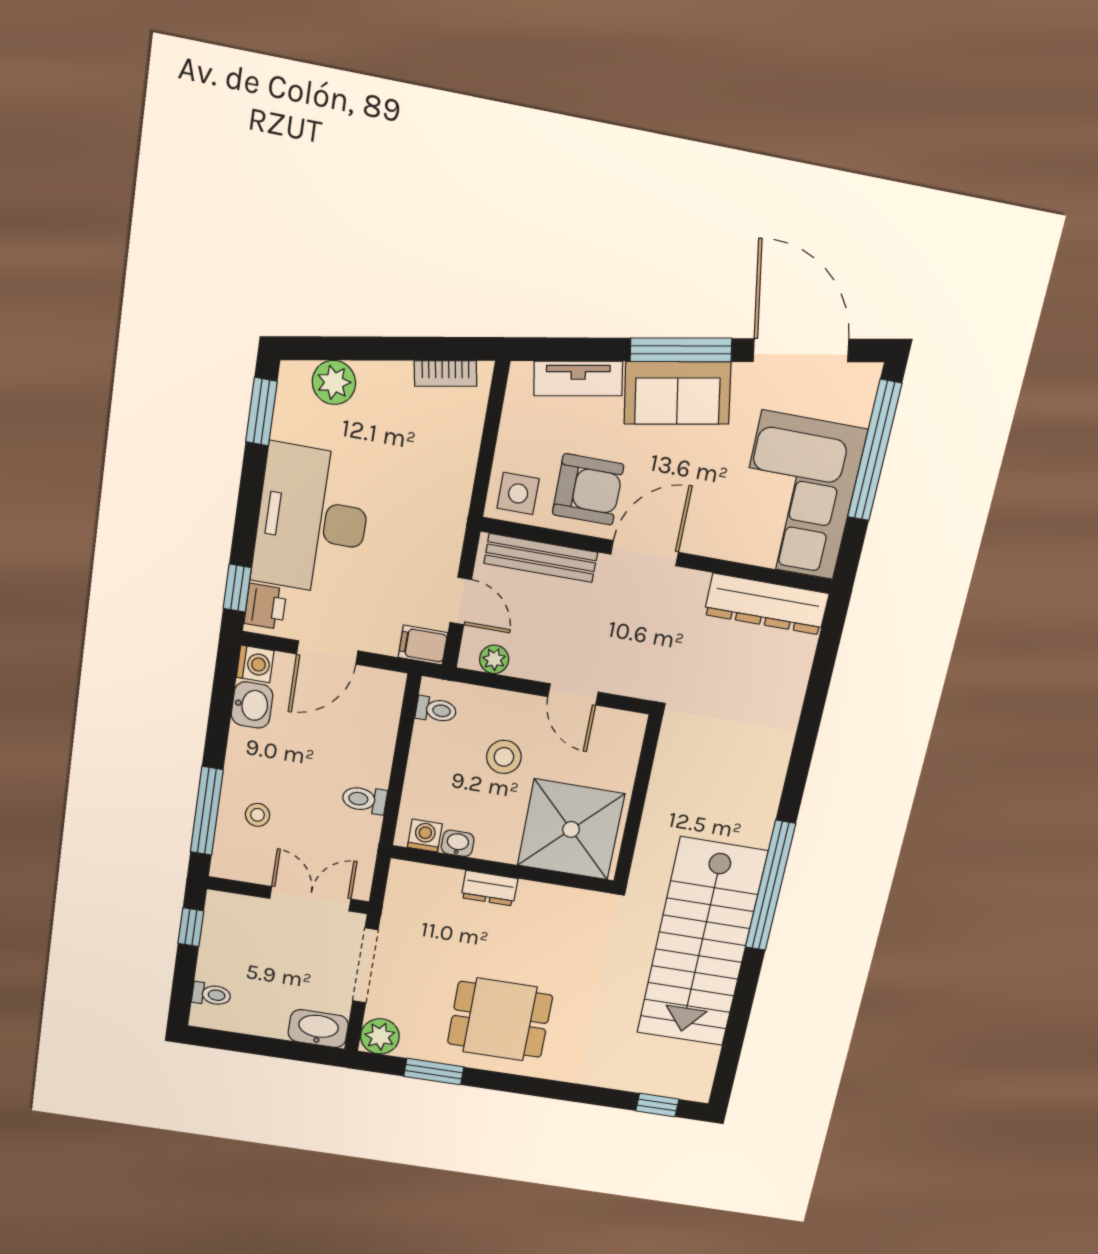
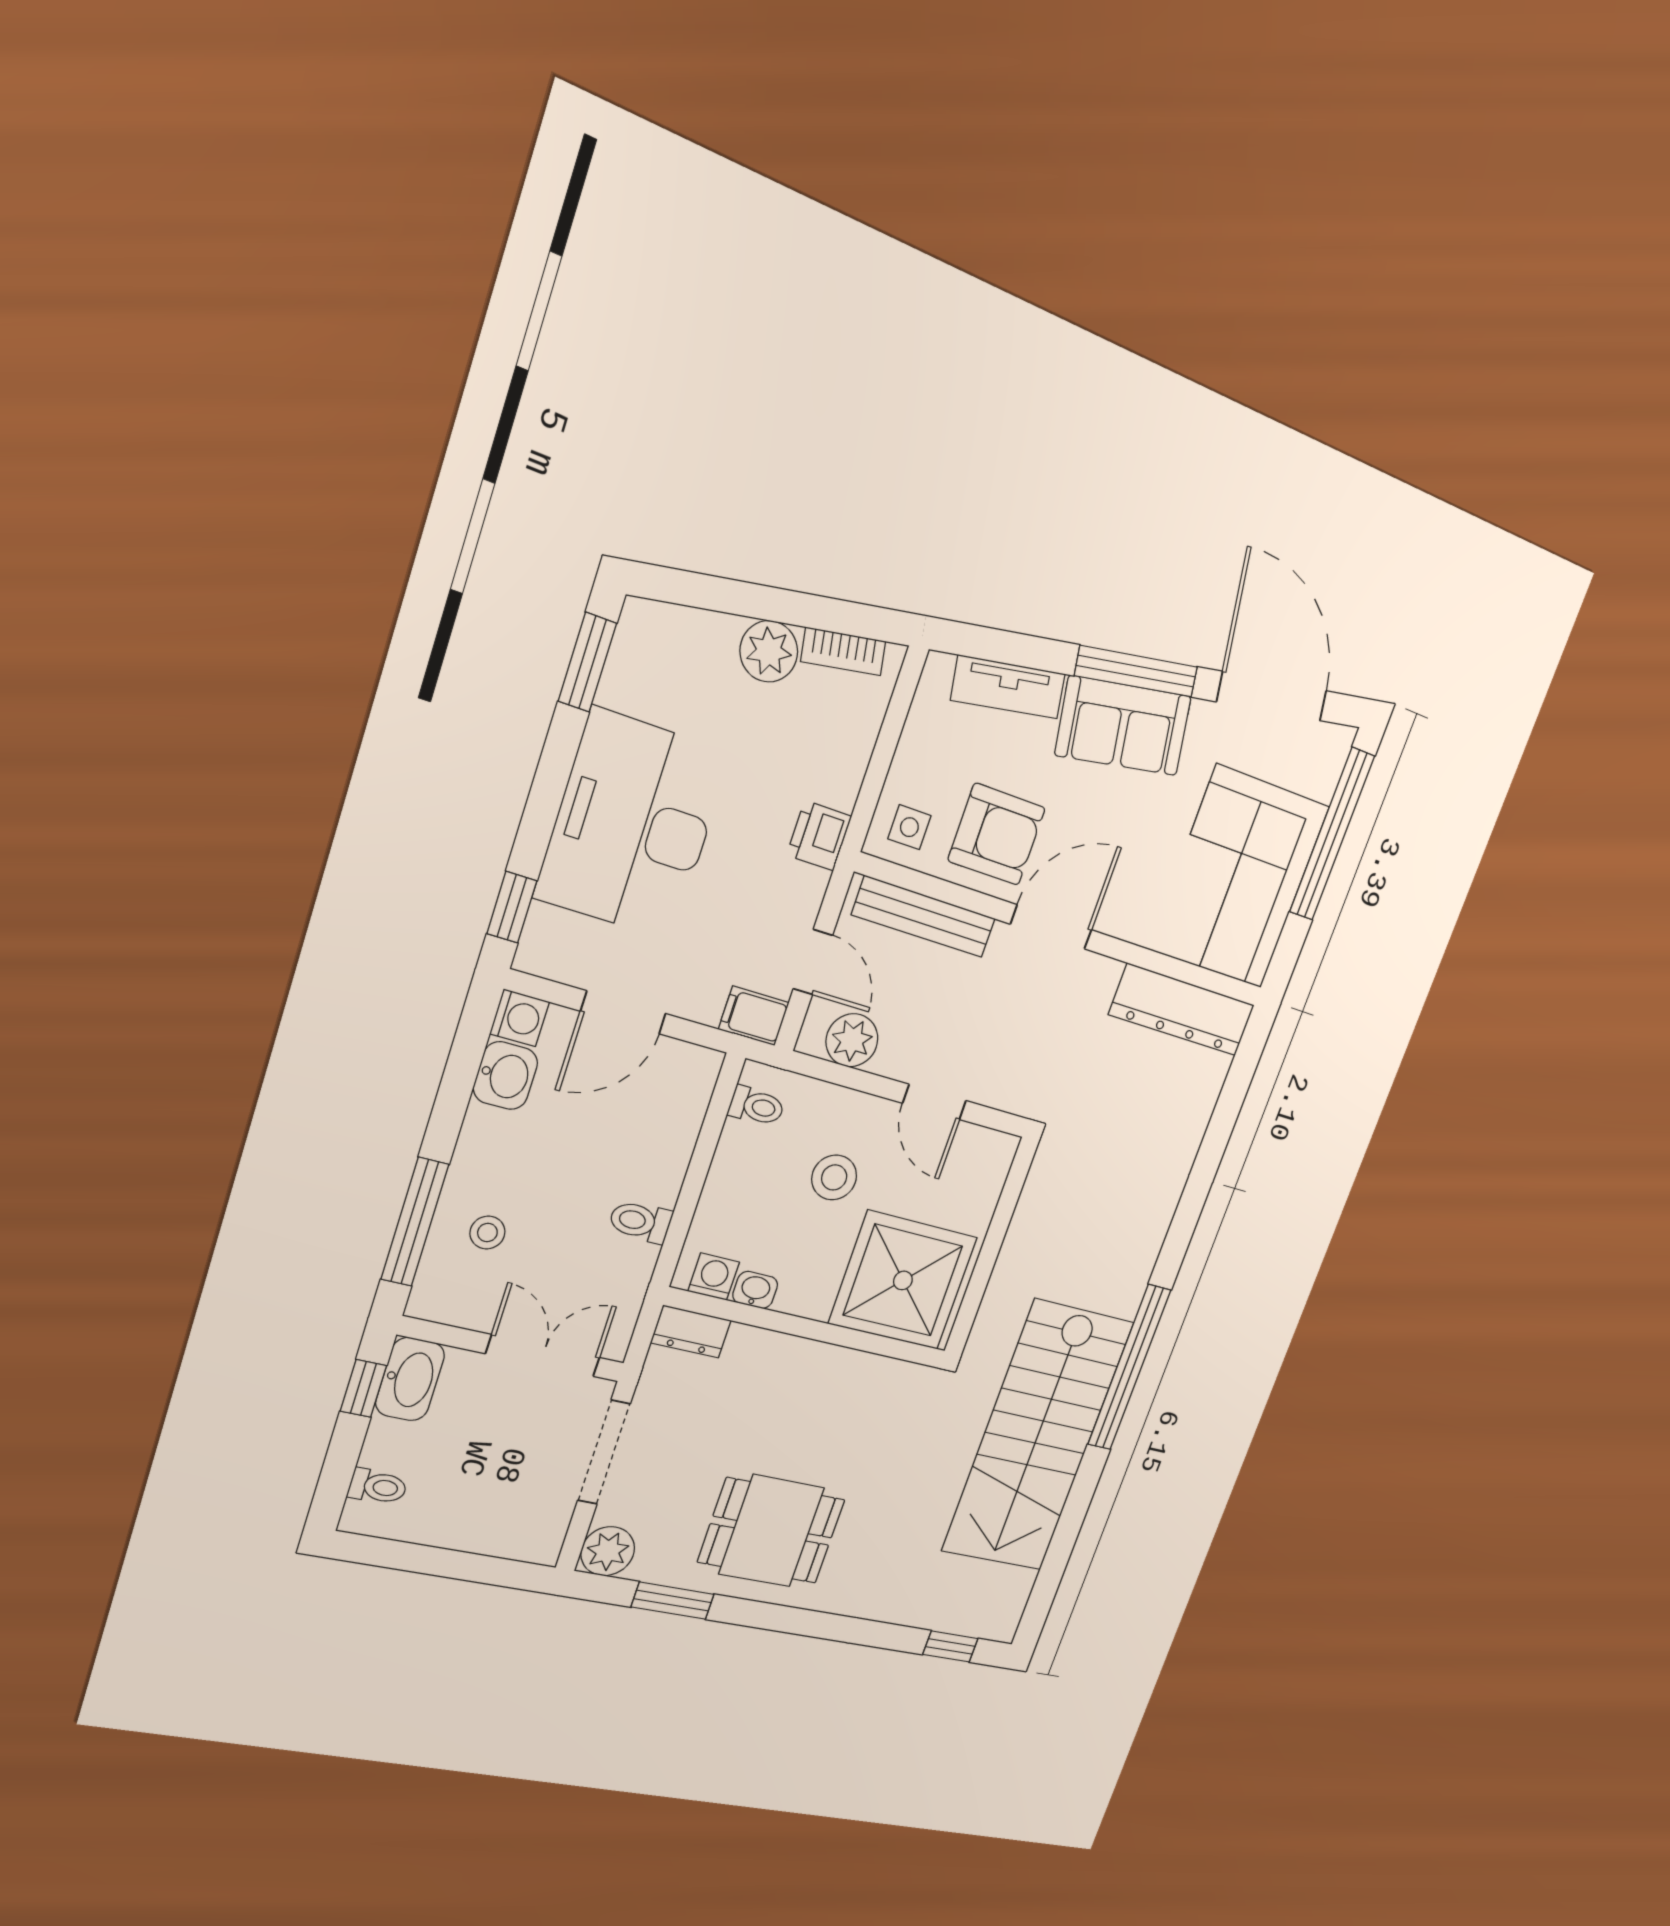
plant: (334, 382) -> (769, 651), moved
side table: (518, 493) -> (909, 827), width x0.73, depth x0.73
printer: (265, 606) -> (819, 836), moved, turned 180
plant: (494, 659) -> (852, 1040), width x1.38, depth x1.38
dresser: (490, 888) -> (691, 1332), moved
washbasin: (318, 1029) -> (410, 1379), moved, turned 90

